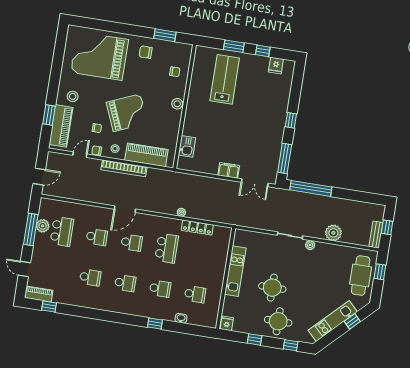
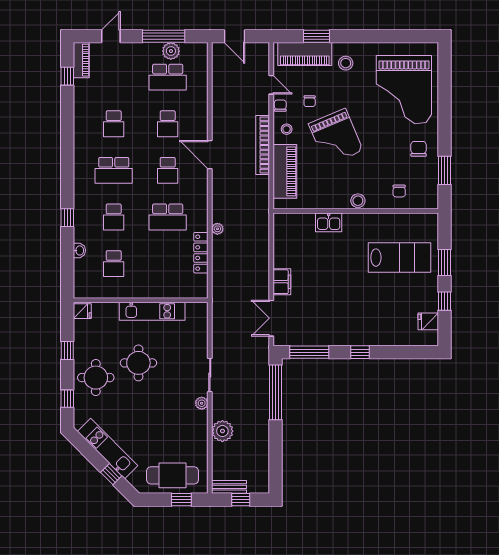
grand piano: (100, 56) -> (404, 90), turned 180
kitchen sink: (187, 146) -> (329, 222), moved
school desk: (125, 283) -> (114, 170), width x1.85

